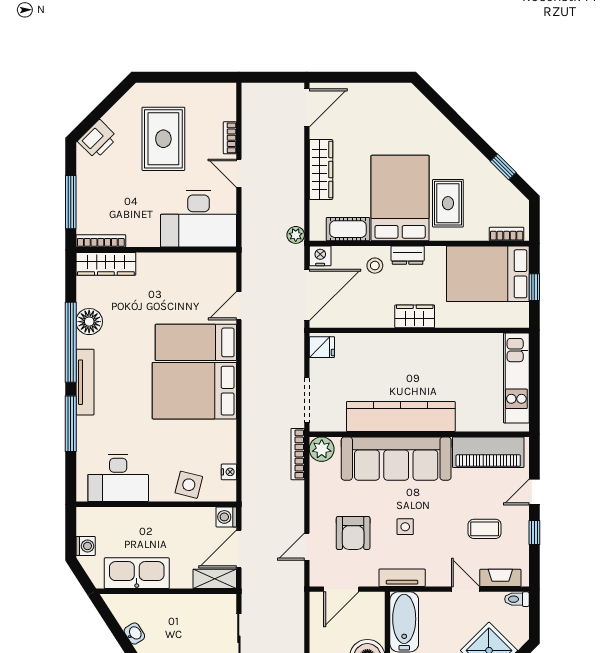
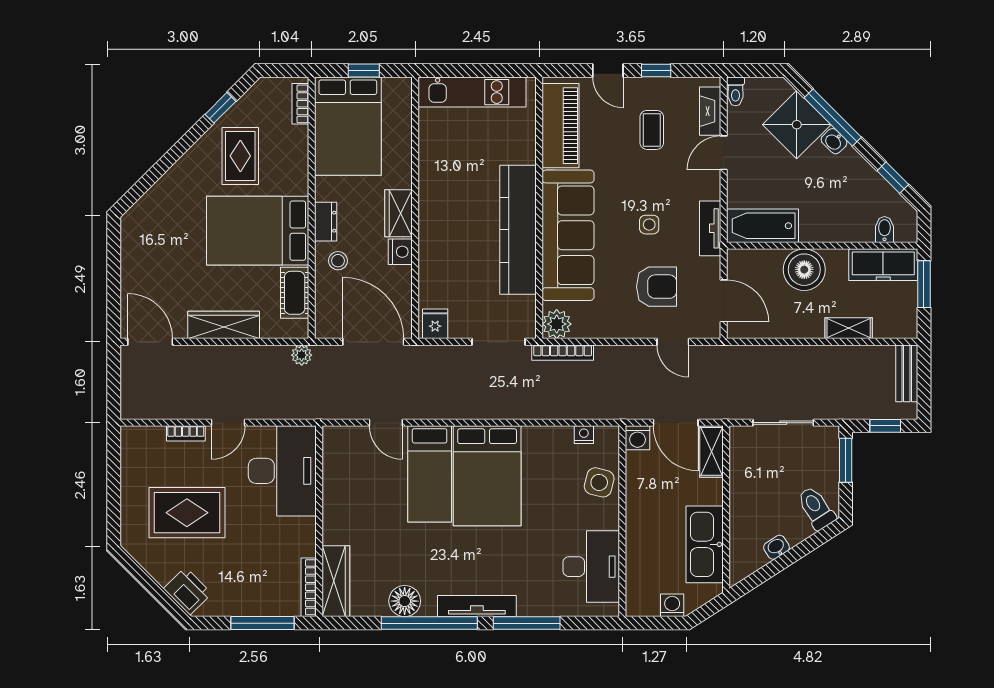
rug: (448, 203) -> (240, 156), moved, turned 90
nightstand: (320, 256) -> (400, 252), moved, turned 180

